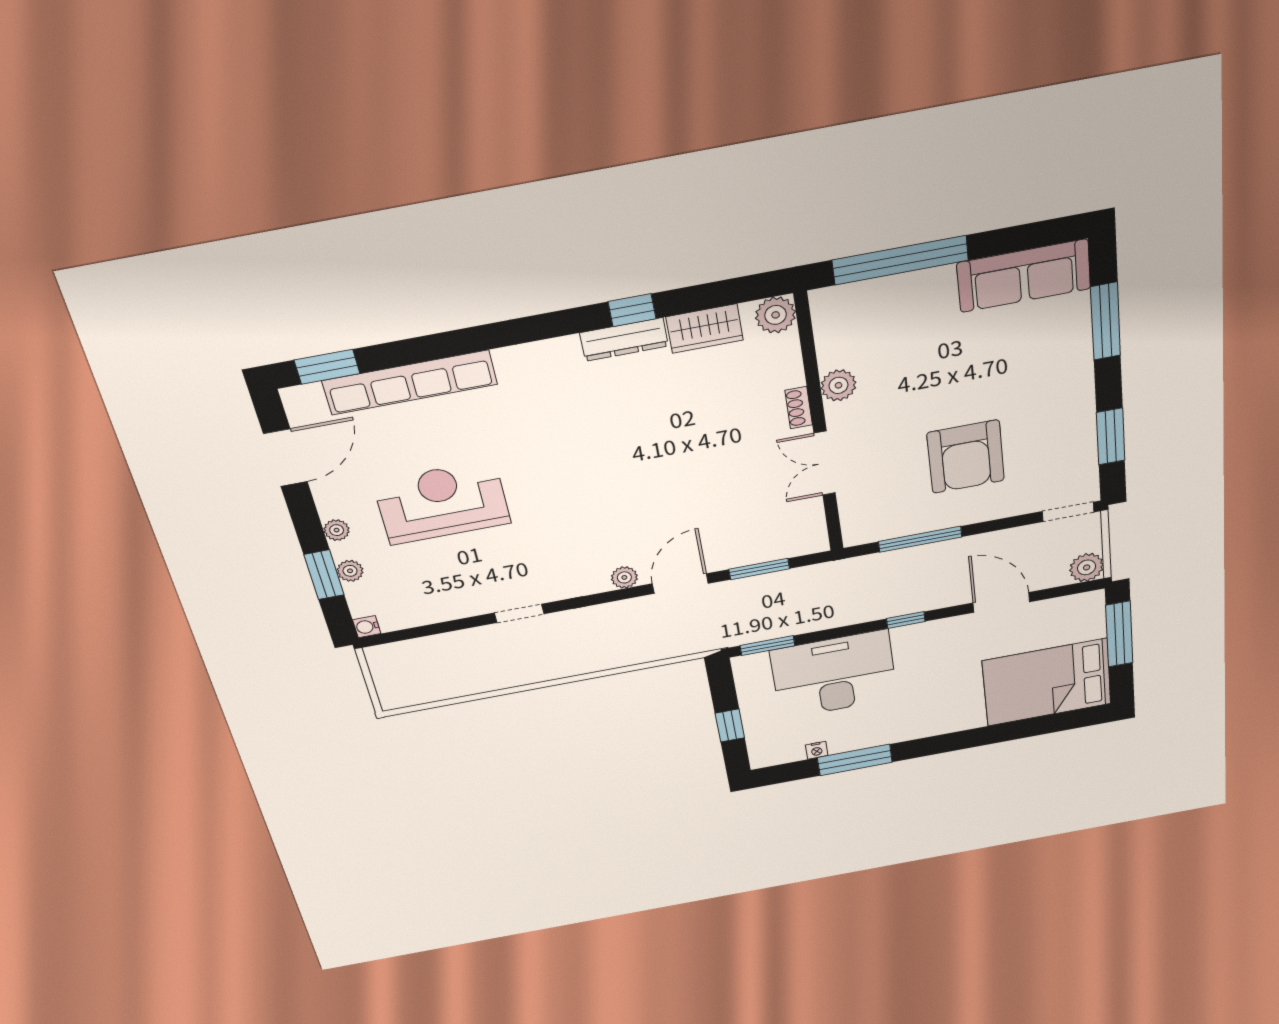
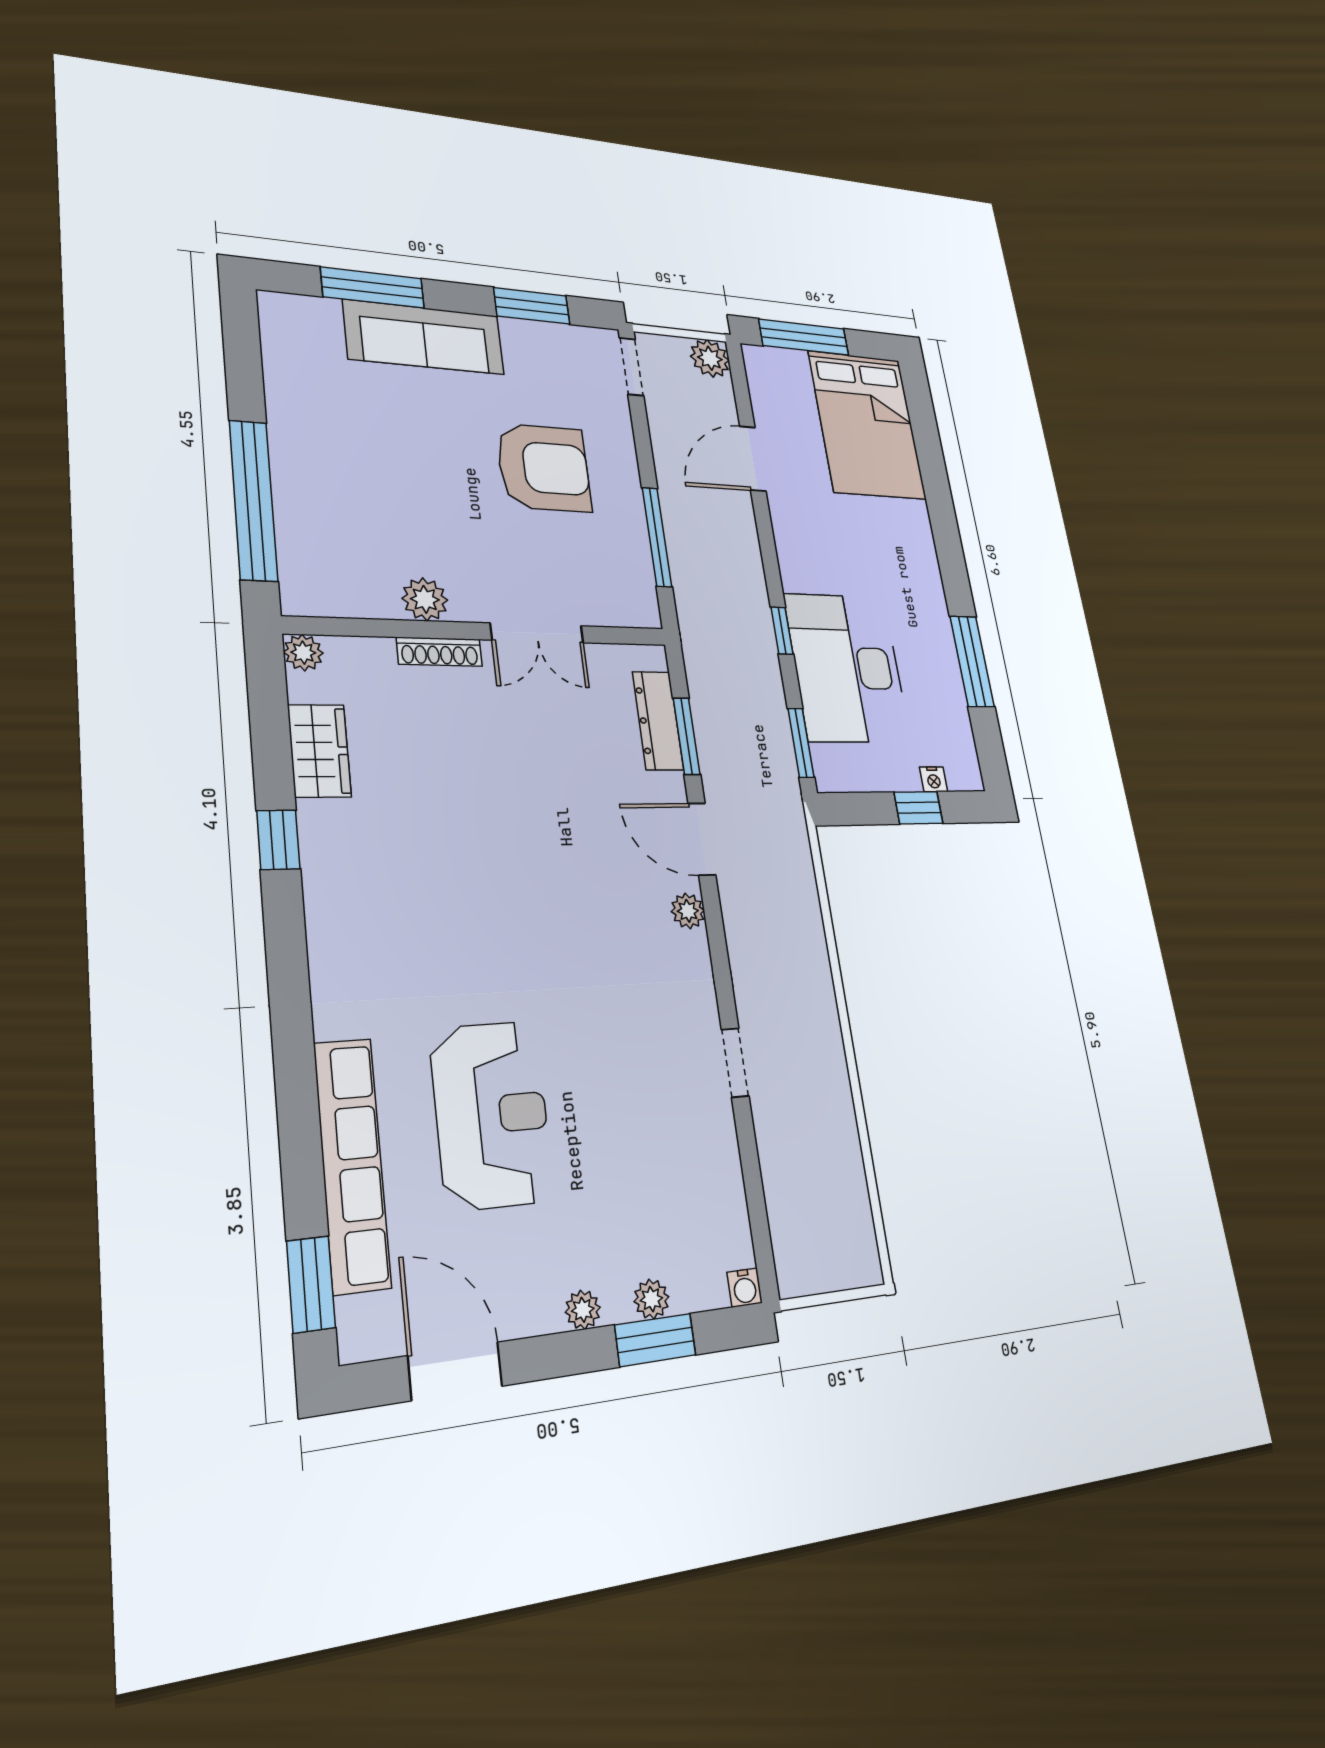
sofa: (1024, 276) -> (424, 337), moved, turned 90
plant: (776, 315) -> (303, 653), width x0.73, depth x0.73
dresser: (624, 339) -> (658, 721), moved, turned 180
shoe rack: (799, 408) -> (439, 652), width x1.43
reception desk: (442, 503) -> (492, 1114), moved, turned 180
window: (906, 620) -> (782, 631), moved
nightstand: (817, 750) -> (934, 779), moved, turned 90

